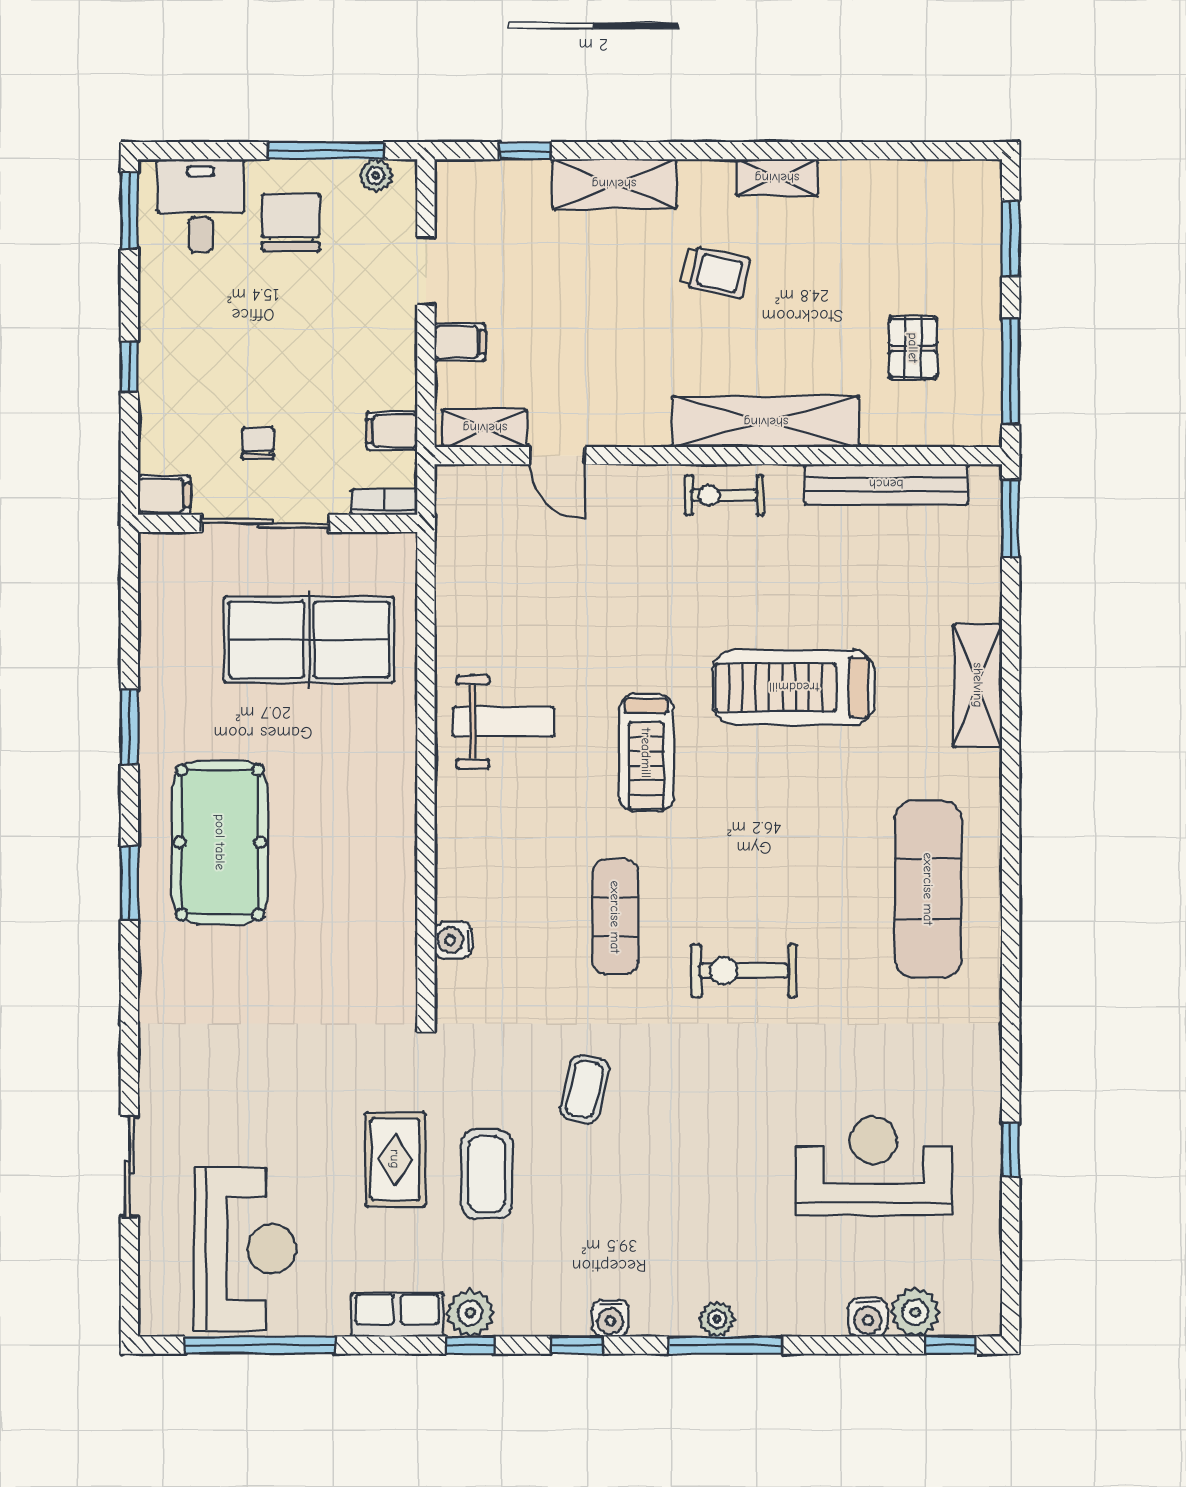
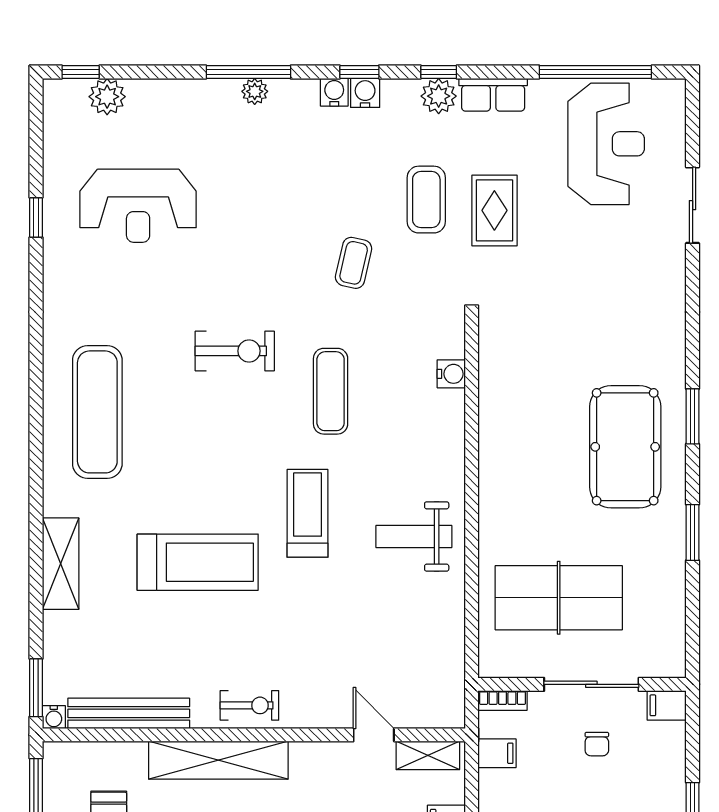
water cooler: (987, 479) -> (54, 717), added
reception desk: (245, 1249) -> (606, 144), turned 180
water cooler: (868, 1317) -> (365, 93), moved

